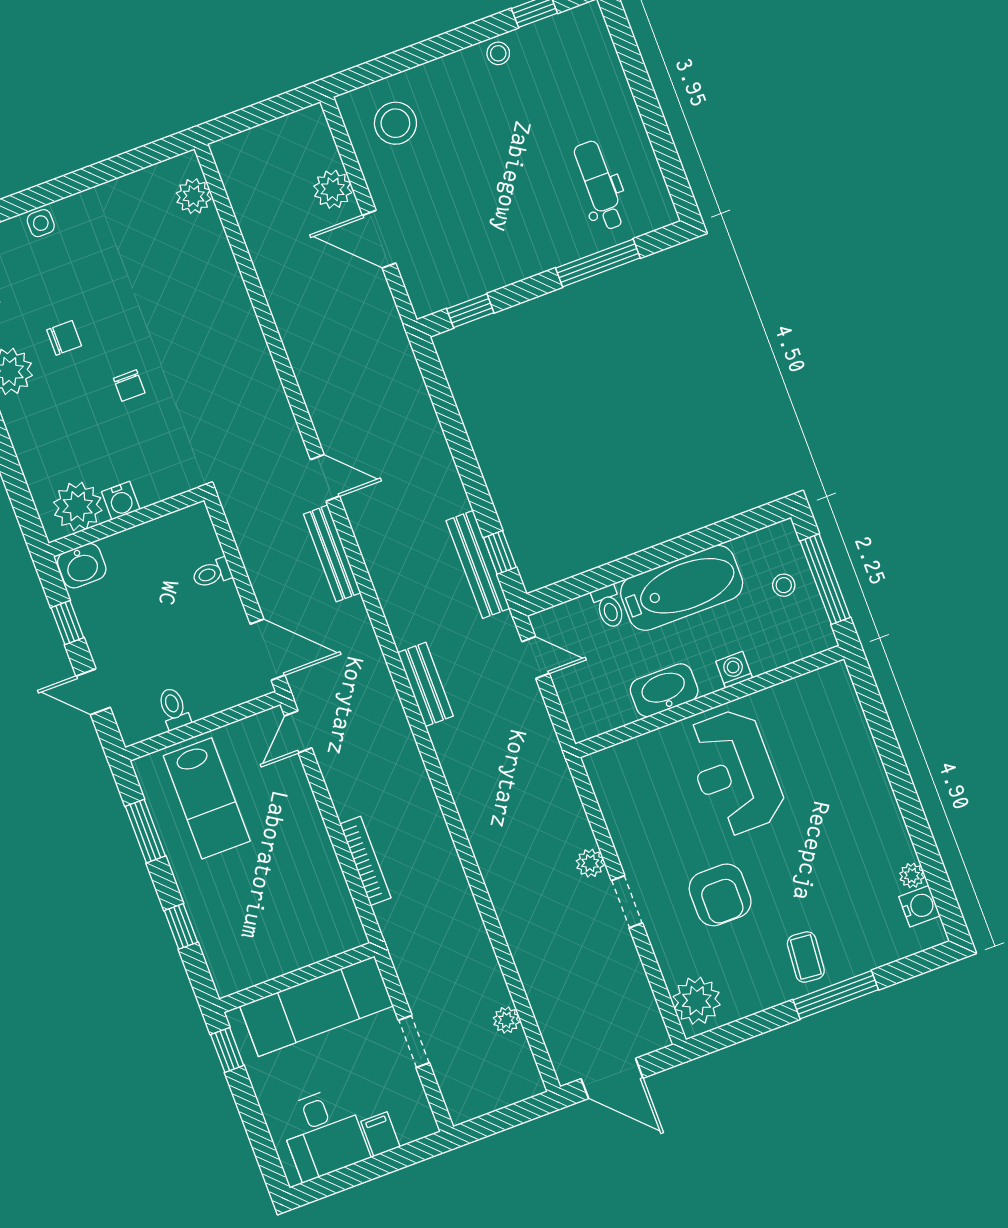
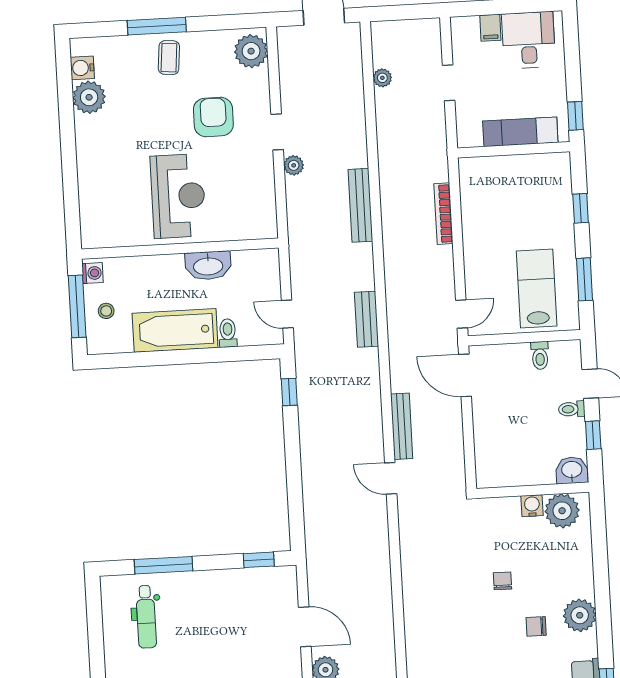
bench: (478, 564) -> (360, 205), moved
toilet: (212, 573) -> (572, 409), moved, turned 180
washing machine: (734, 670) -> (93, 273), moved, turned -90
plant: (912, 875) -> (89, 97), width x1.88, depth x1.88
exam couch: (316, 1006) -> (520, 132), width x0.73, depth x0.69

